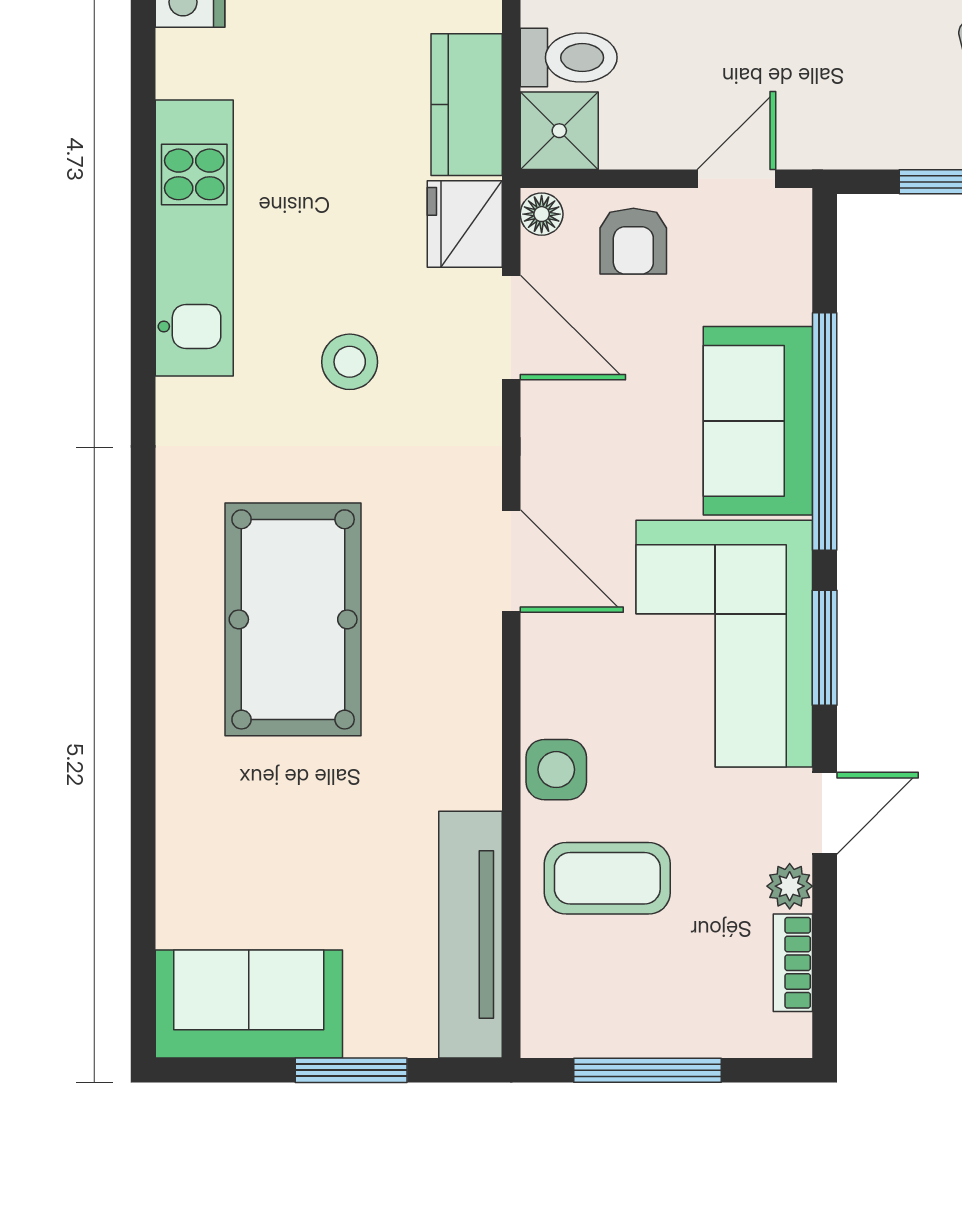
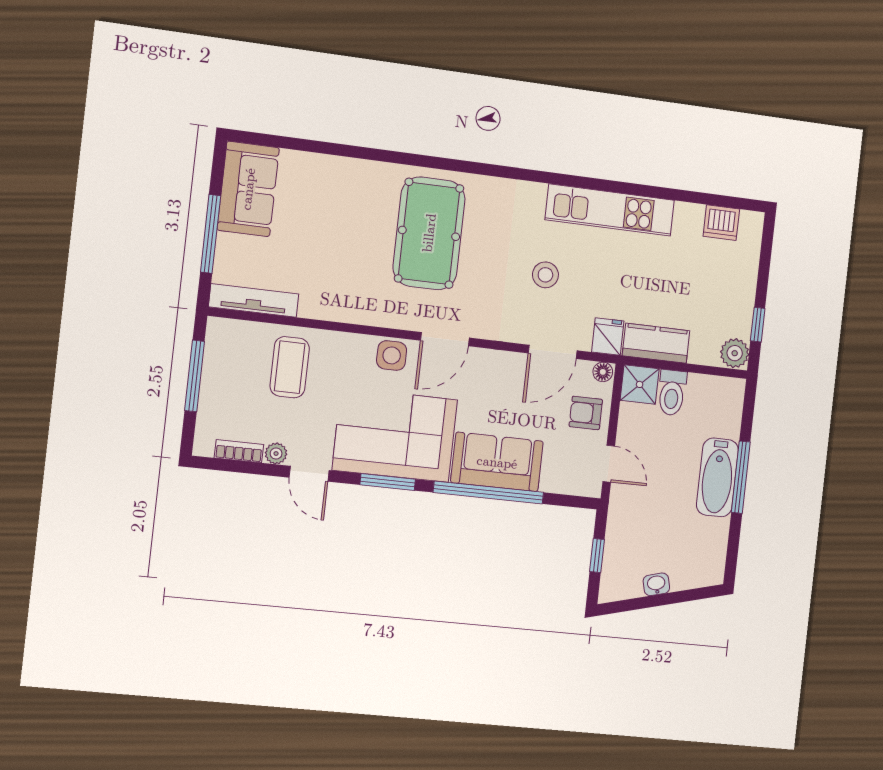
fridge: (465, 224) -> (608, 337), width x0.72
pool table: (293, 619) -> (429, 233), turned 90
side table: (556, 770) -> (392, 355), moved
tv unit: (471, 935) -> (254, 300), width x0.73, depth x0.78
window: (351, 1070) -> (211, 234), width x1.44

